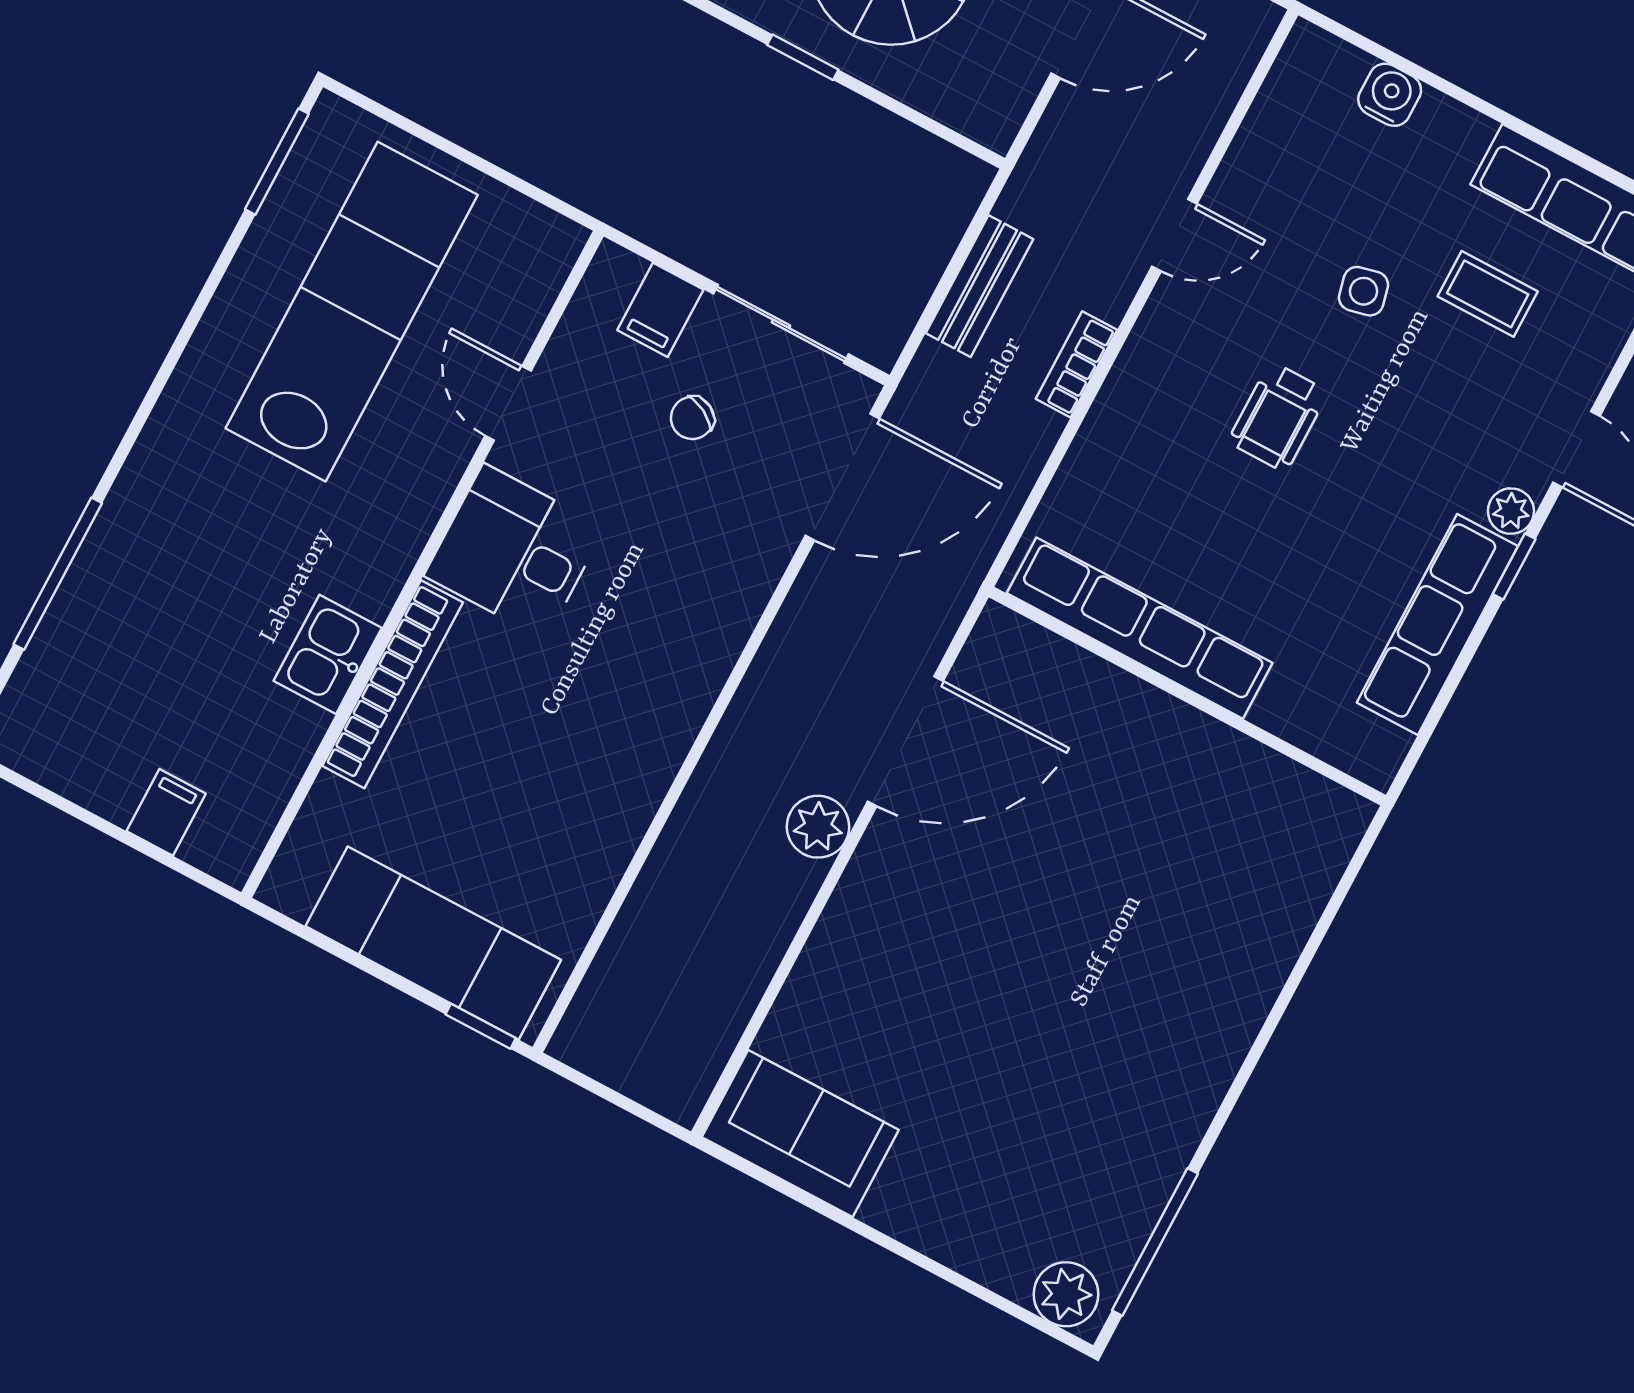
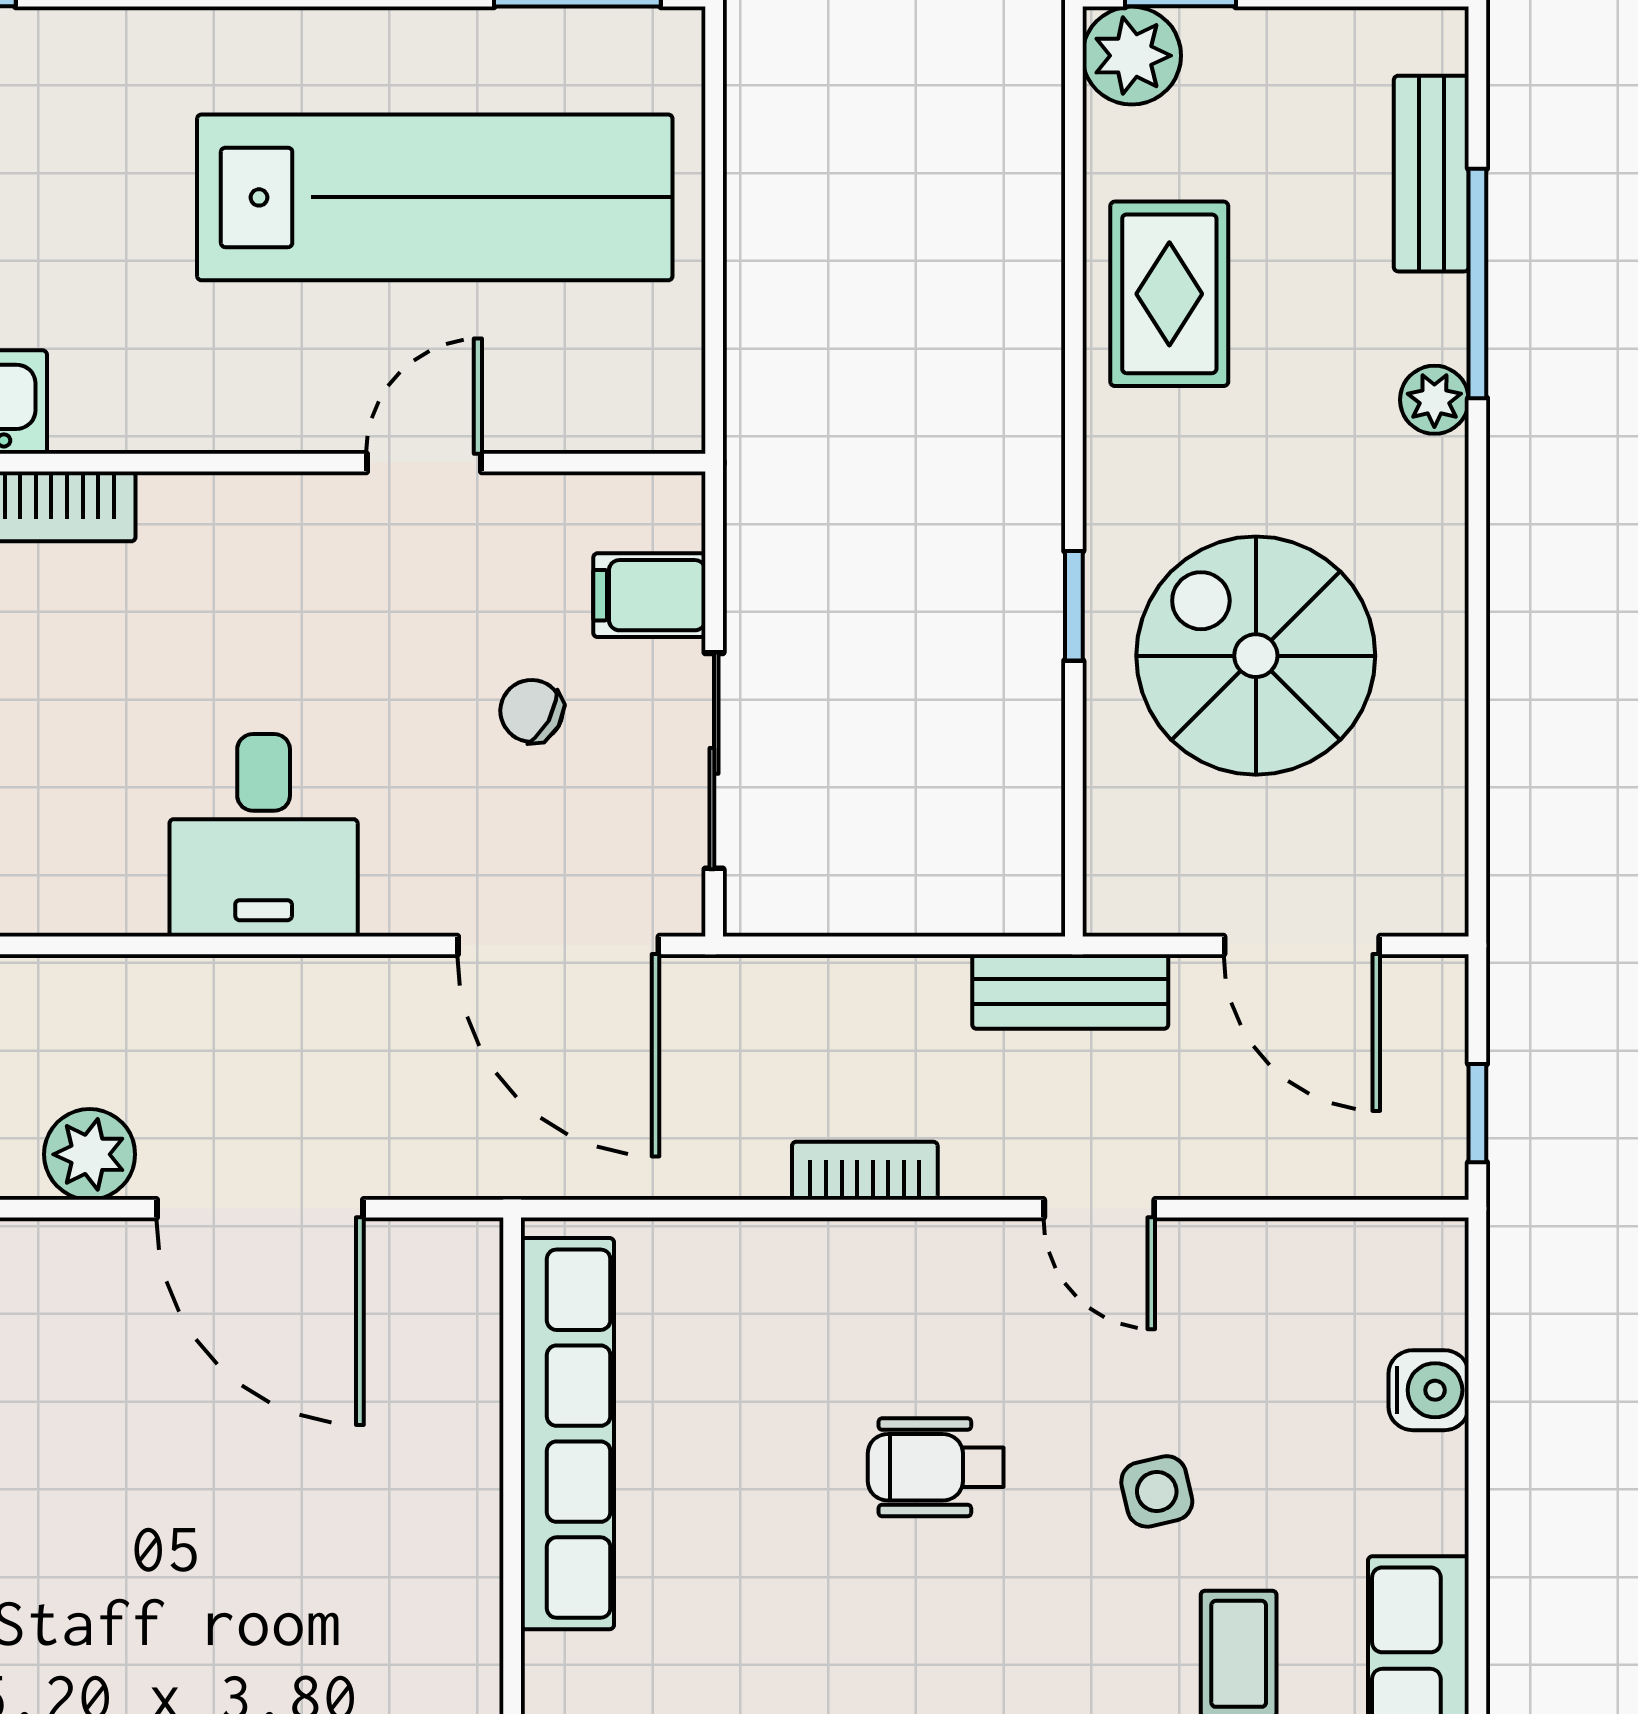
bench: (979, 286) -> (1070, 991), moved
desk: (514, 552) -> (264, 835), moved, turned 180

